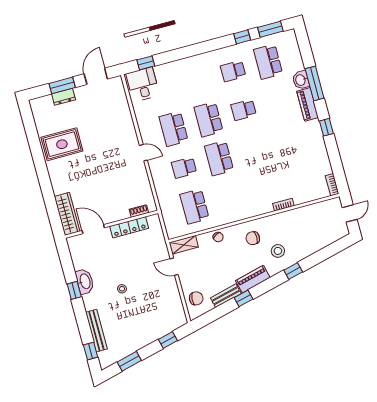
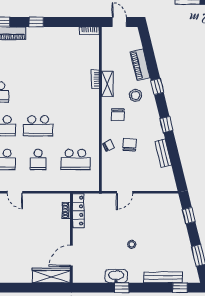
door: (143, 153) -> (15, 192), swing flipped
locker: (129, 227) -> (78, 211), moved
shelving: (184, 245) -> (107, 84), moved
piano: (253, 279) -> (140, 65), moved
chair: (196, 298) -> (130, 145), moved
window: (244, 298) -> (166, 125), moved

